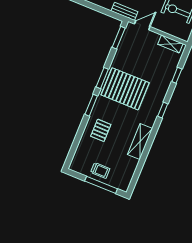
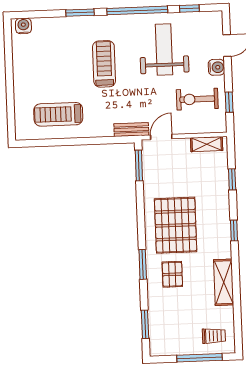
window: (102, 78) -> (145, 324), moved
pallet: (125, 89) -> (176, 225), turned 90
pallet: (101, 130) -> (172, 274), moved
trolley: (100, 170) -> (214, 336), moved

